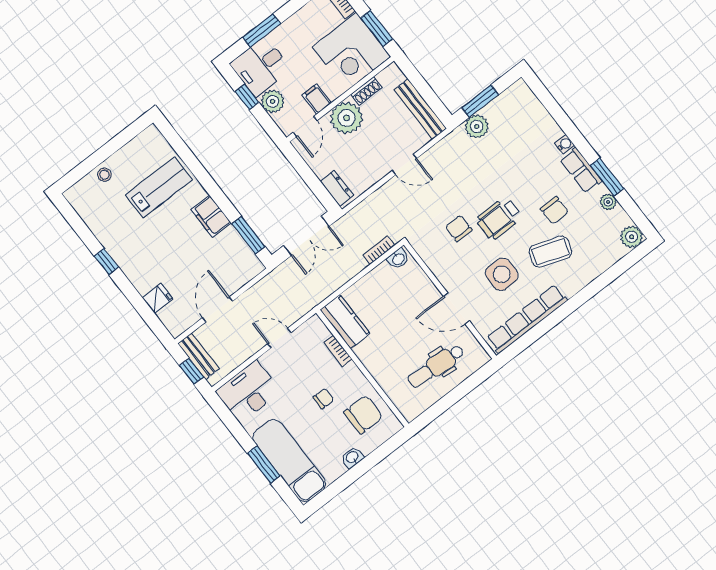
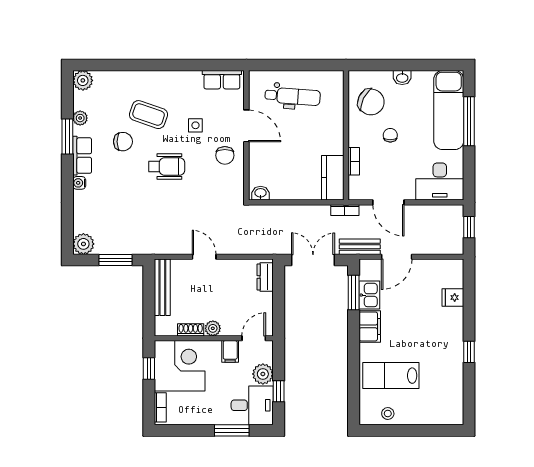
window: (377, 29) -> (149, 368), width x0.67
plant: (347, 118) -> (213, 328), width x0.53, depth x0.53
plant: (477, 126) -> (83, 244), moved
stool: (104, 175) -> (388, 414), moved
chair: (554, 210) -> (123, 142), turned 90
chair: (459, 228) -> (225, 155), moved
kitchen sink: (233, 244) -> (369, 295), added
bookcase: (379, 250) -> (345, 210), moved
side table: (502, 274) -> (195, 125), width x0.54, depth x0.54
door: (218, 309) -> (397, 257), moved
row of seats: (527, 319) -> (222, 80), width x0.50
door: (279, 338) -> (388, 202), width x1.38
bench: (198, 356) -> (360, 247), moved, turned 90
chair: (324, 399) -> (390, 135), turned 90
chair: (363, 415) -> (371, 102), turned -153
window: (264, 464) -> (469, 121), width x1.44

